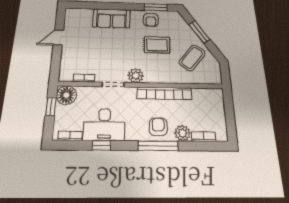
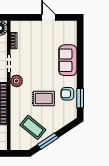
window: (199, 32) -> (48, 141), moved
rug: (157, 45) -> (44, 98), turned 90

